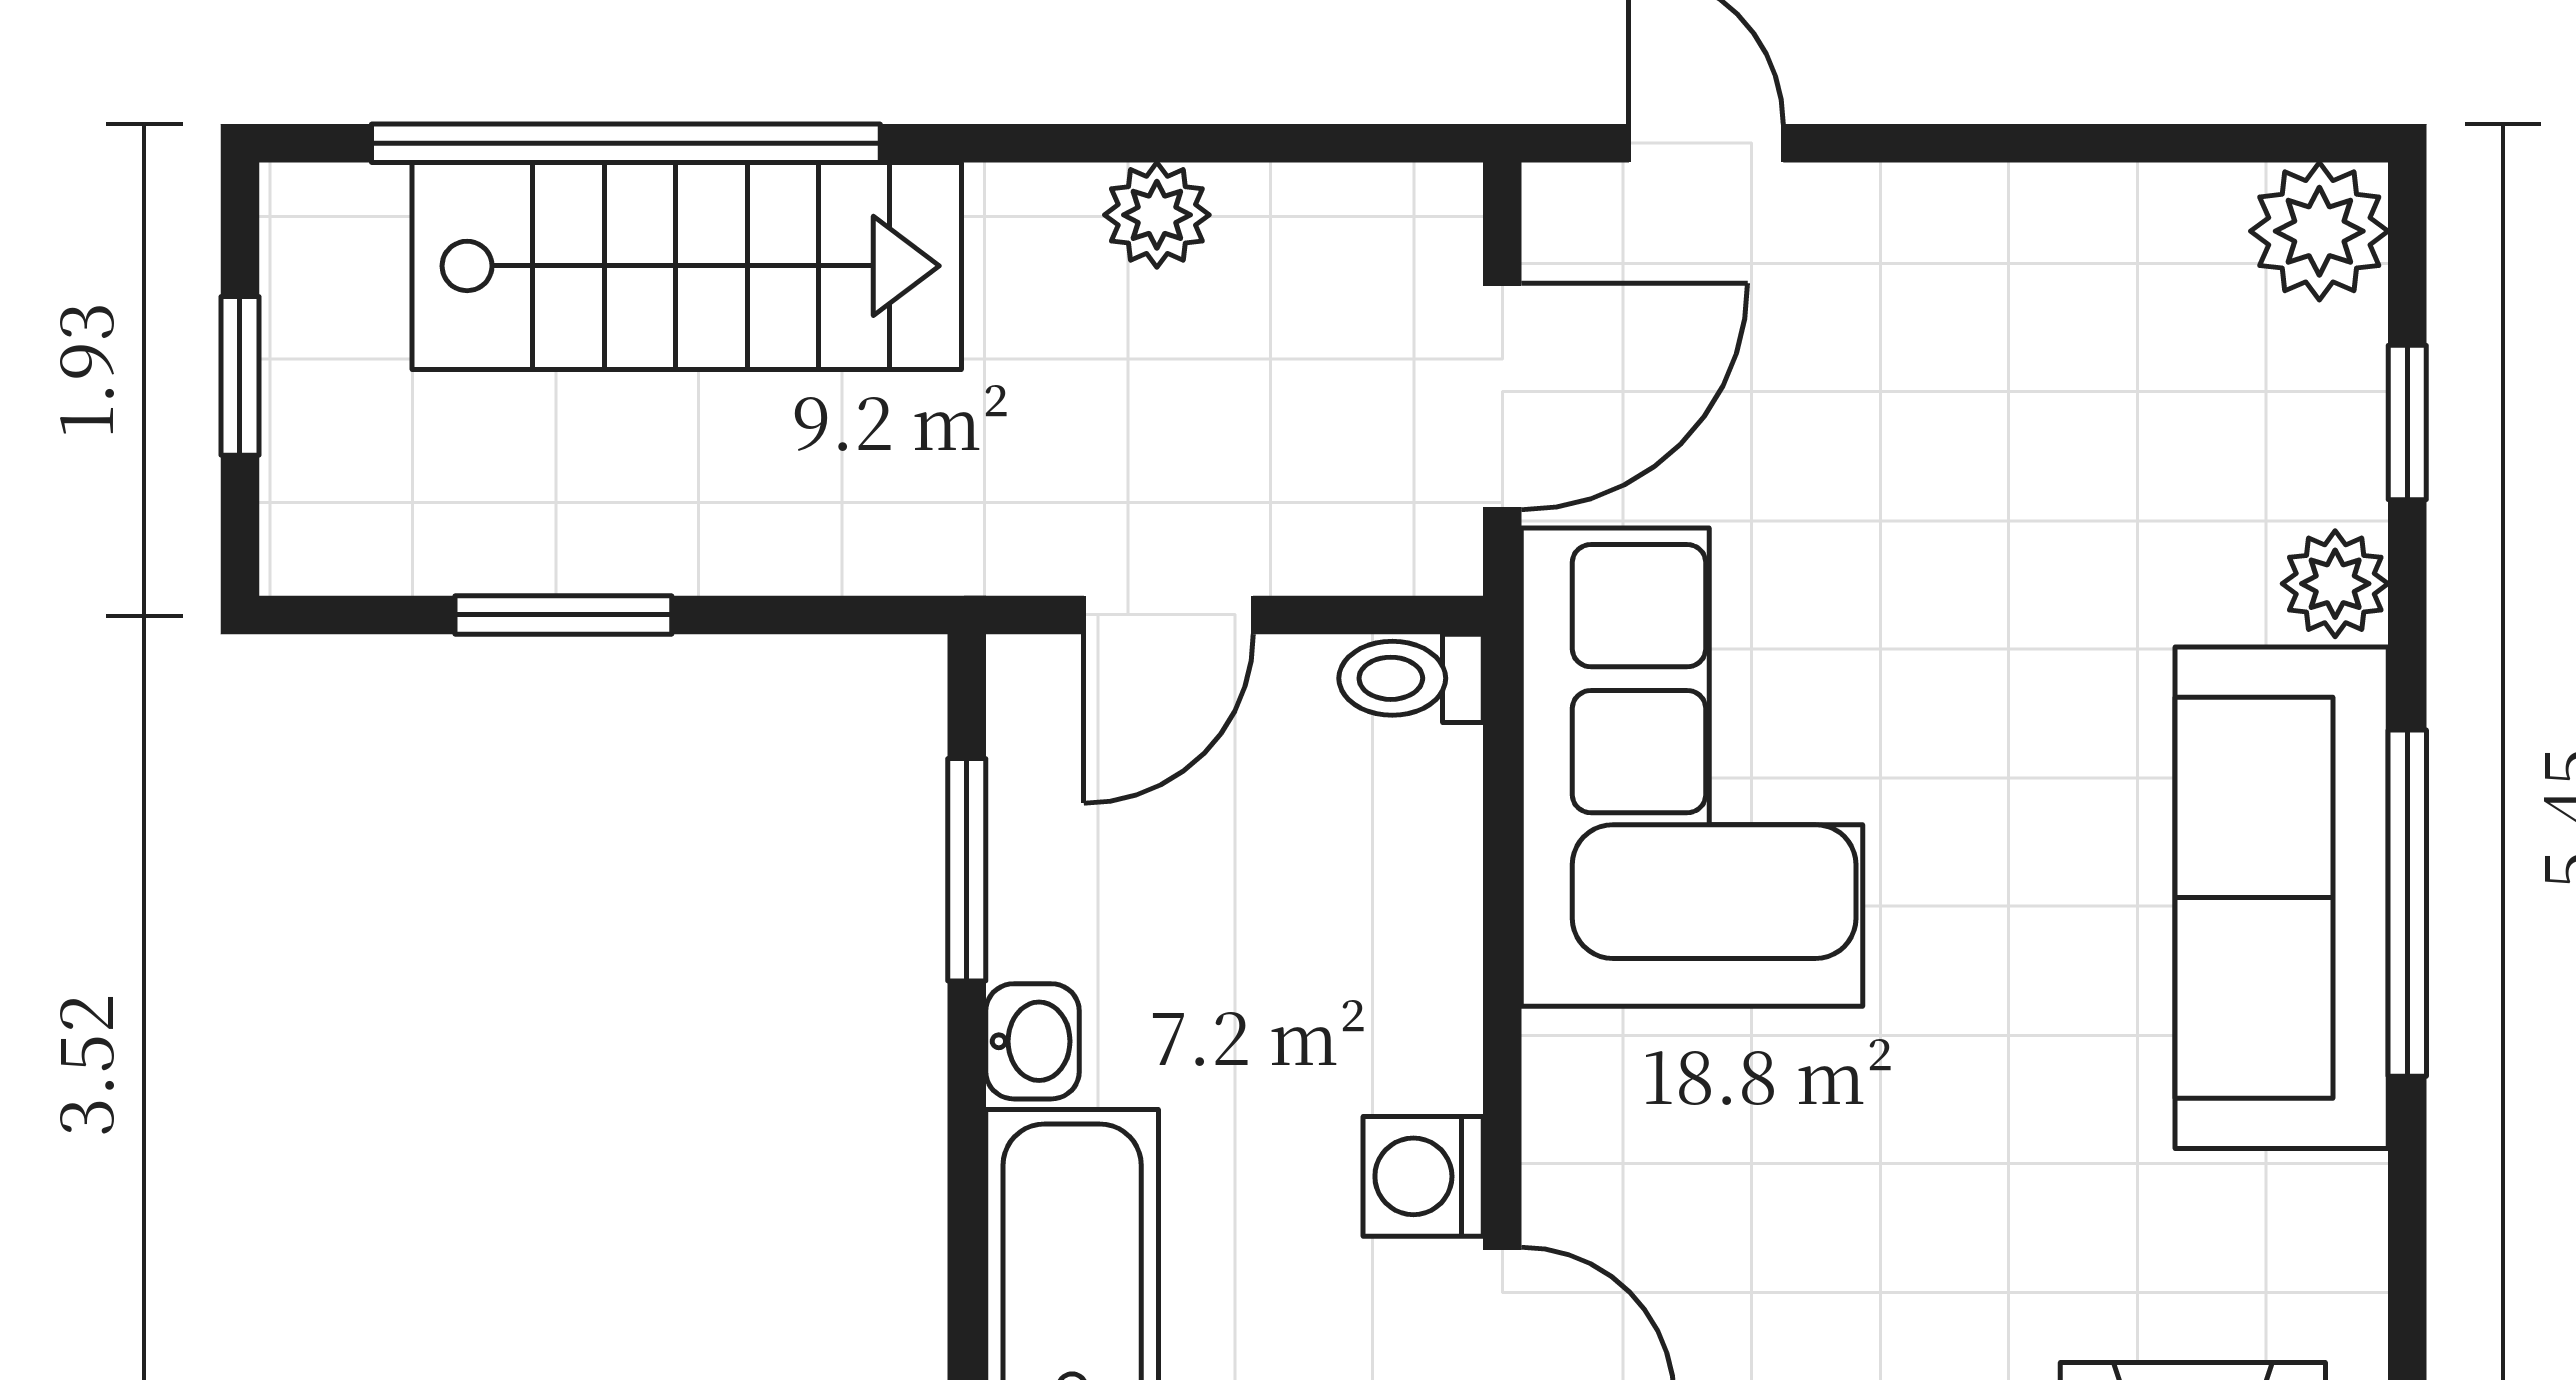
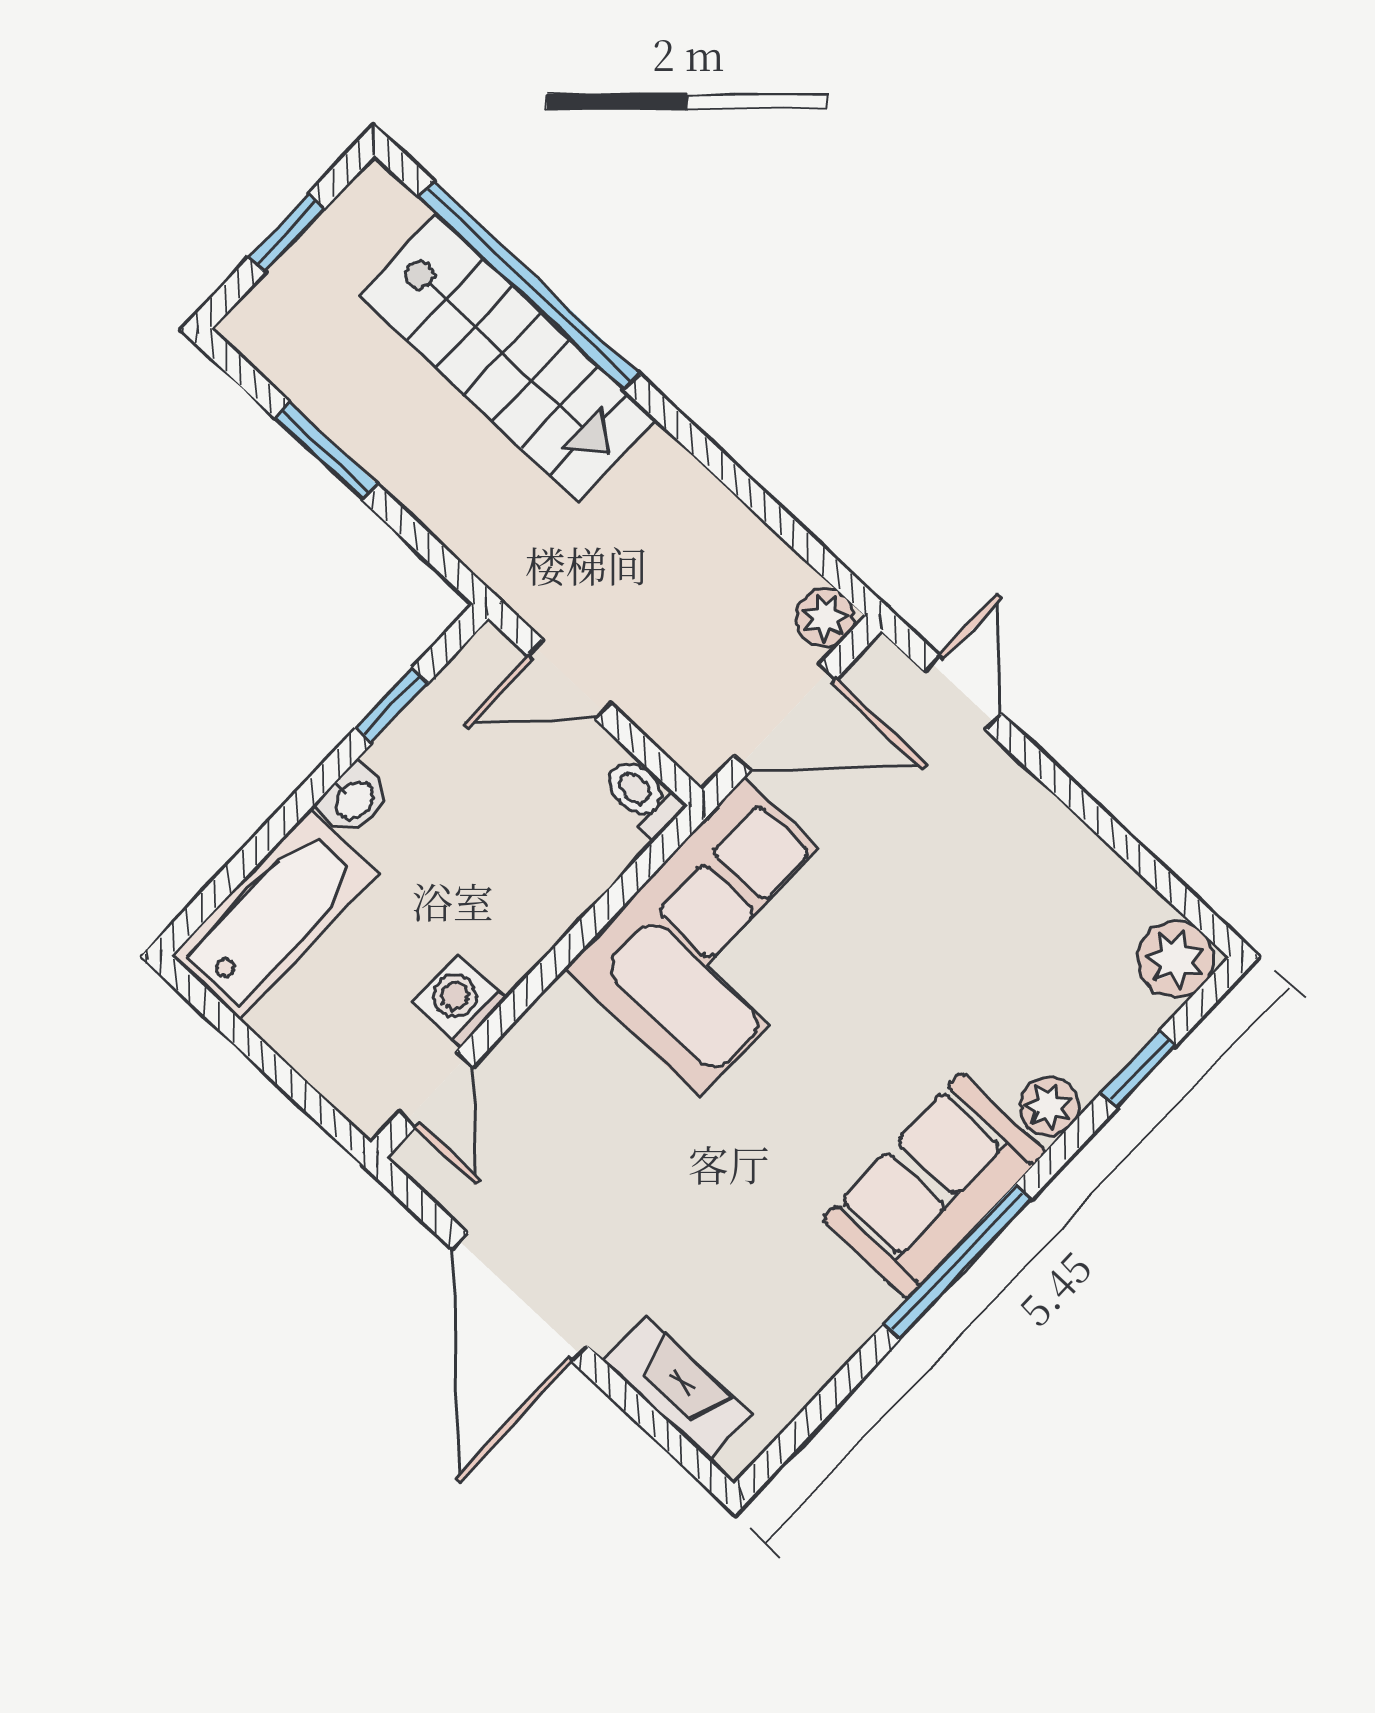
plant: (1157, 215) -> (825, 617), moved
window: (967, 870) -> (392, 705), width x0.67
sofa: (2282, 898) -> (934, 1186), width x0.73

